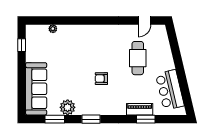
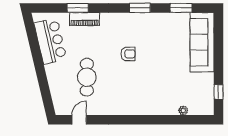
plant: (68, 107) -> (166, 21), removed

